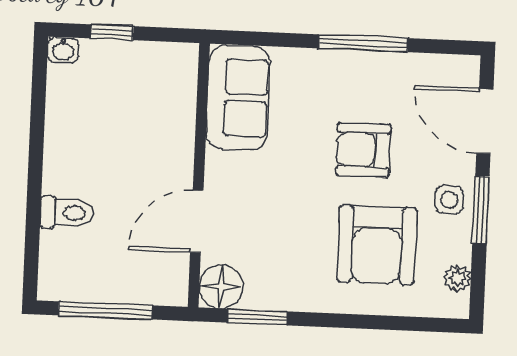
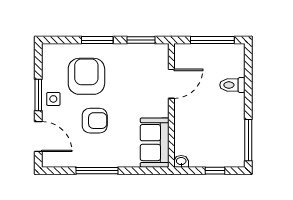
washbasin: (63, 50) -> (181, 161), moved
window: (38, 94) -> (248, 140), added
plant: (458, 278) -> (48, 62), removed
floor lamp: (221, 287) -> (159, 53), removed
window: (350, 321) -> (97, 40), added

